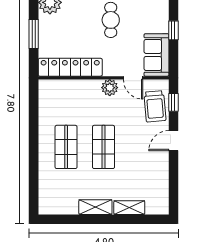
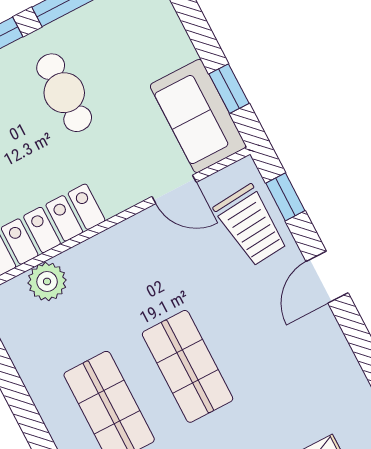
window: (173, 30) -> (229, 89), moved
plant: (110, 88) -> (47, 282), moved

